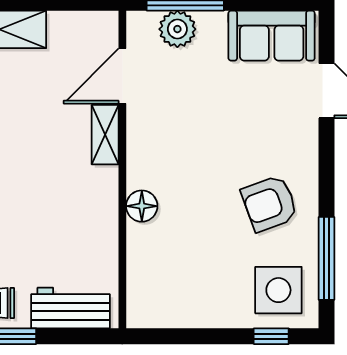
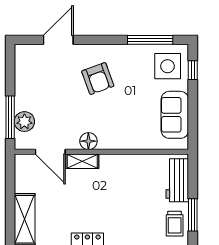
sofa: (272, 36) -> (175, 115), moved, turned 180
armchair: (270, 203) -> (98, 79), moved
floor lamp: (142, 206) -> (88, 141), moved

